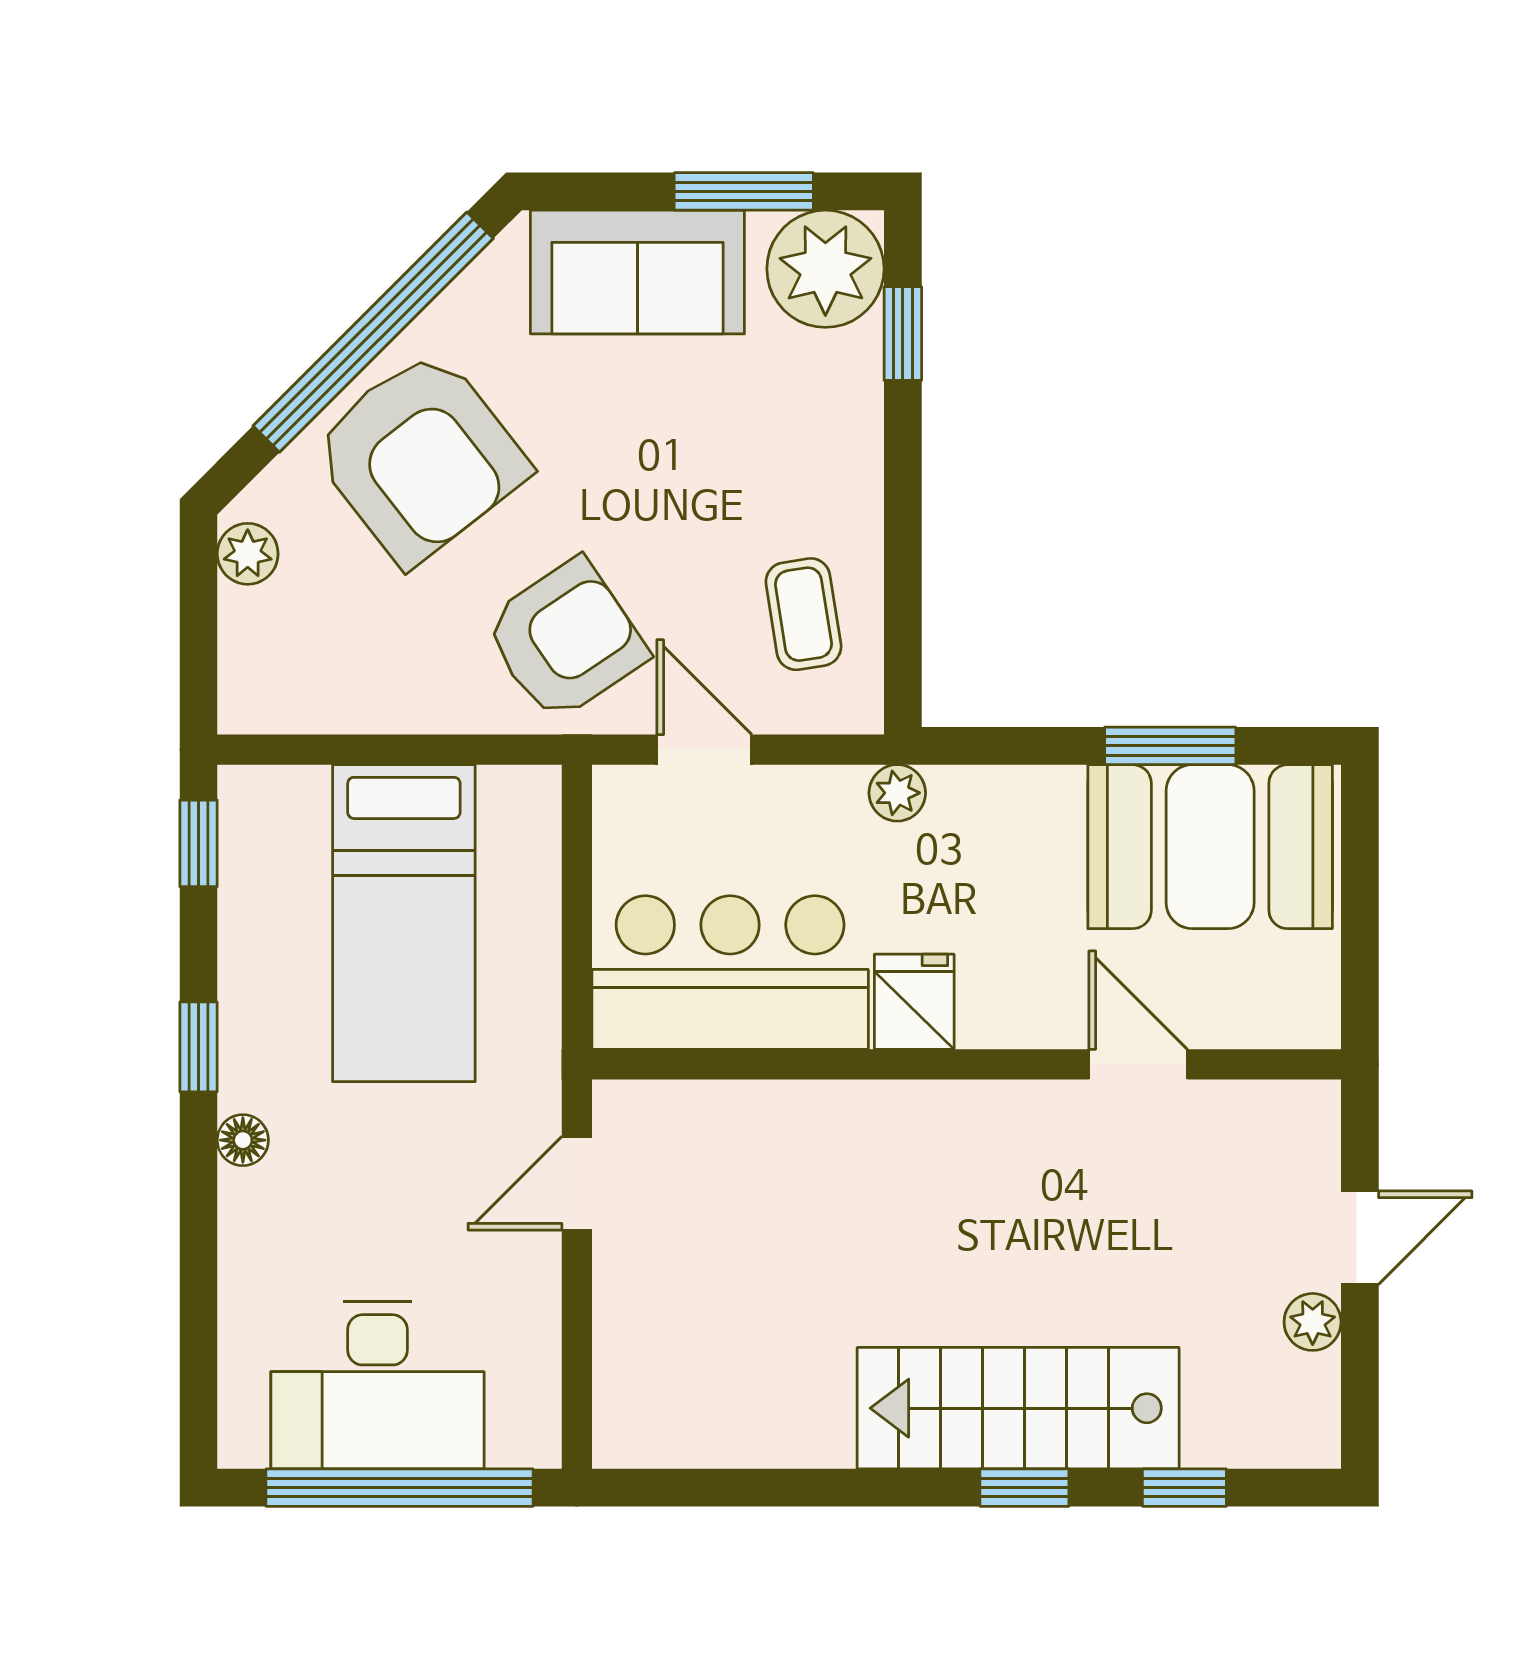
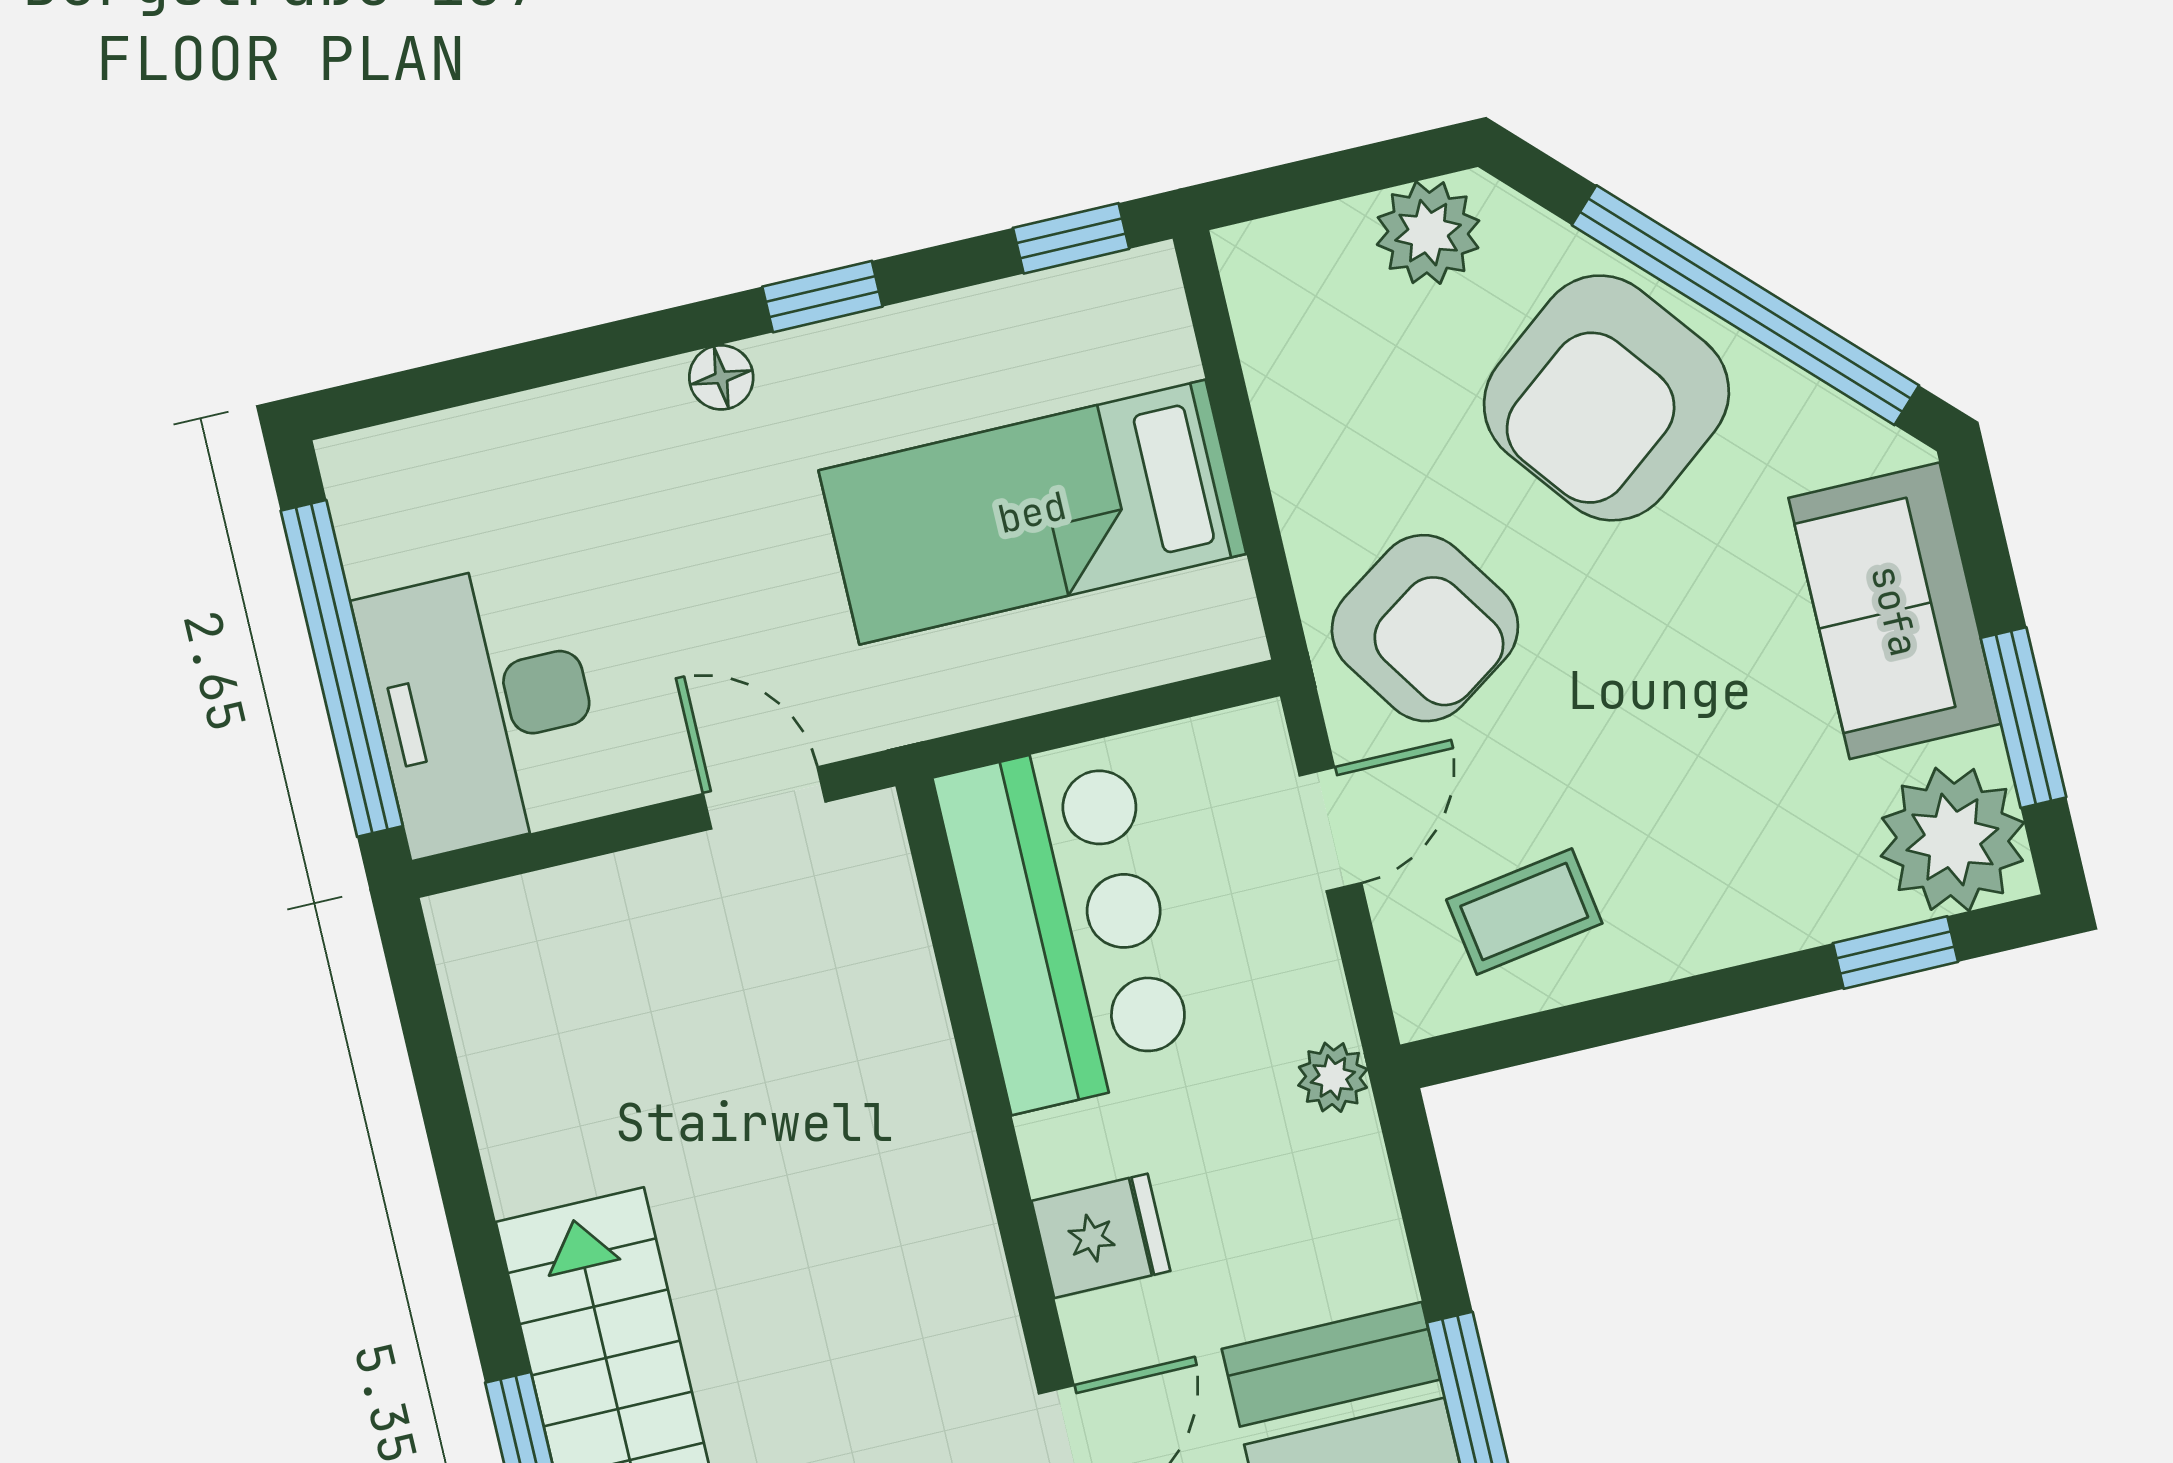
plant: (248, 554) -> (1428, 233), width x1.38, depth x1.38
fridge: (914, 1002) -> (1101, 1236), moved
desk: (378, 1385) -> (483, 707), moved

